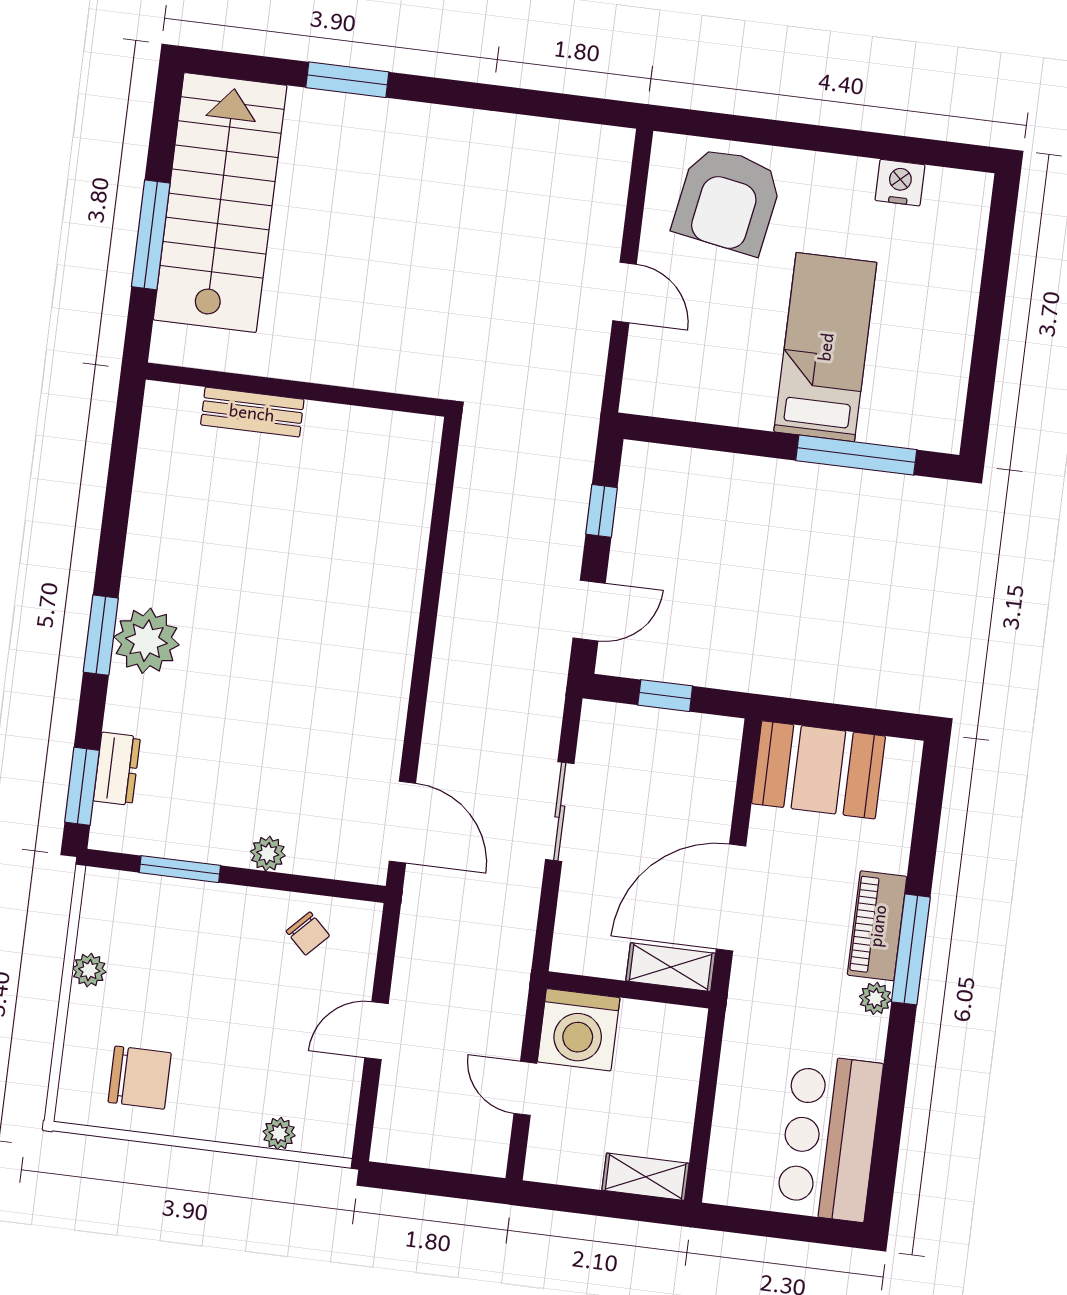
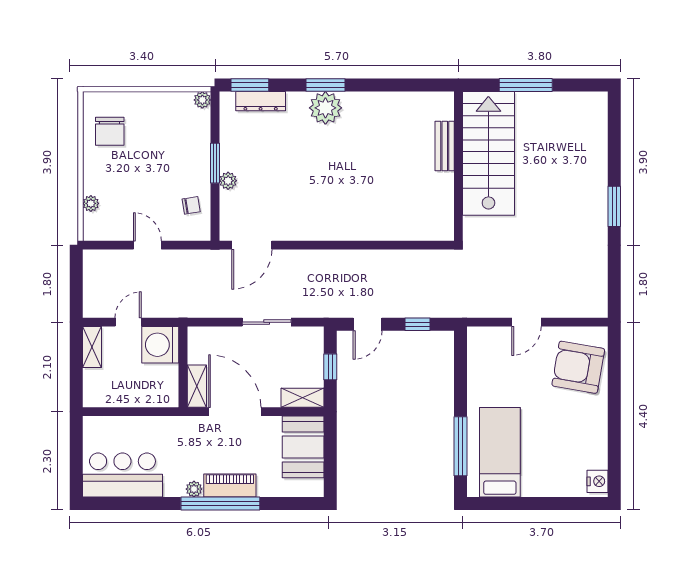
window: (347, 80) -> (614, 206), moved
nightstand: (900, 183) -> (598, 481), moved
stairs: (220, 203) -> (488, 153), moved, turned -90
bed: (825, 347) -> (500, 452), moved, turned -90
door: (589, 611) -> (368, 324), hinge flipped
shelving: (720, 759) -> (303, 398), added
dresser: (117, 769) -> (261, 101), width x1.44
window: (180, 869) -> (215, 163), moved
chair: (308, 933) -> (191, 205), turned -143
window: (911, 949) -> (220, 504), width x1.46
plant: (89, 970) -> (202, 100), moved
shelving: (646, 1177) -> (92, 347), moved

